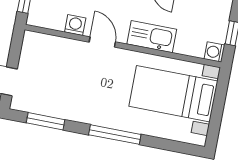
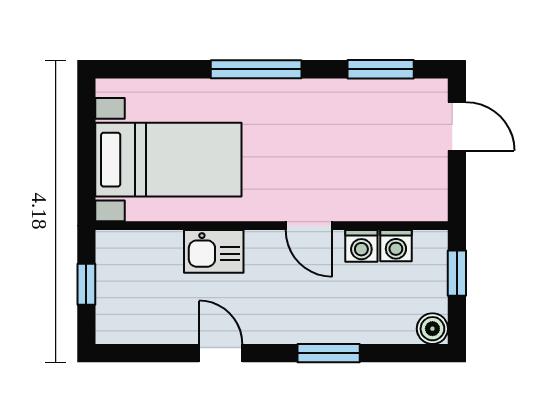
kitchen sink: (152, 37) -> (214, 251), width x0.73
washing machine: (214, 52) -> (396, 246), moved, turned 90

